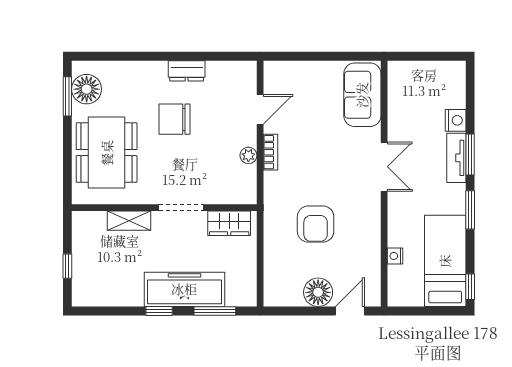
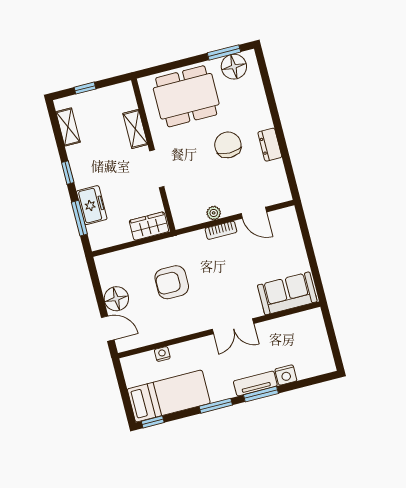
wardrobe: (229, 223) -> (149, 226), moved, turned 90
freezer: (184, 289) -> (92, 205), width x0.52, depth x0.79
shelving: (107, 297) -> (68, 127), added

